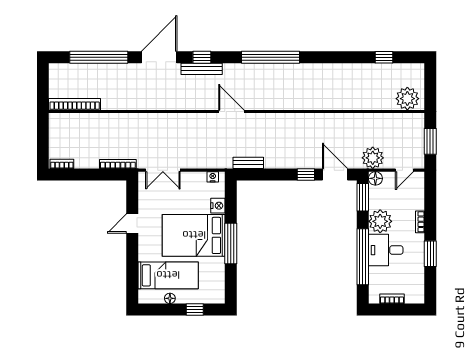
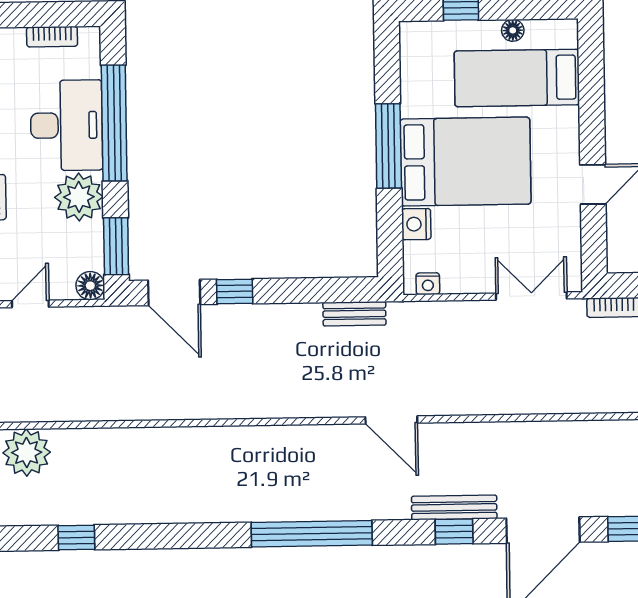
plant: (373, 158) -> (96, 328), removed
desk: (386, 250) -> (66, 125), width x1.37

